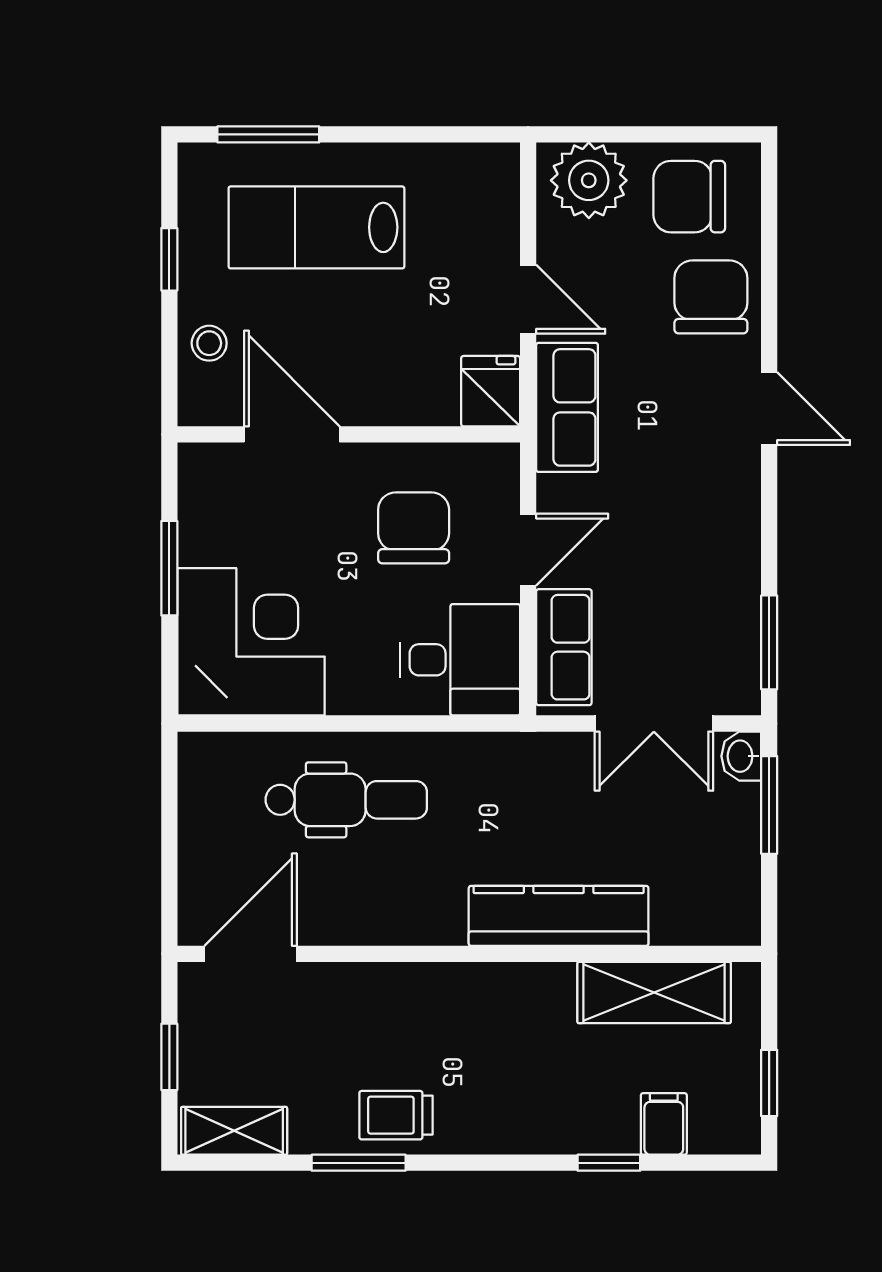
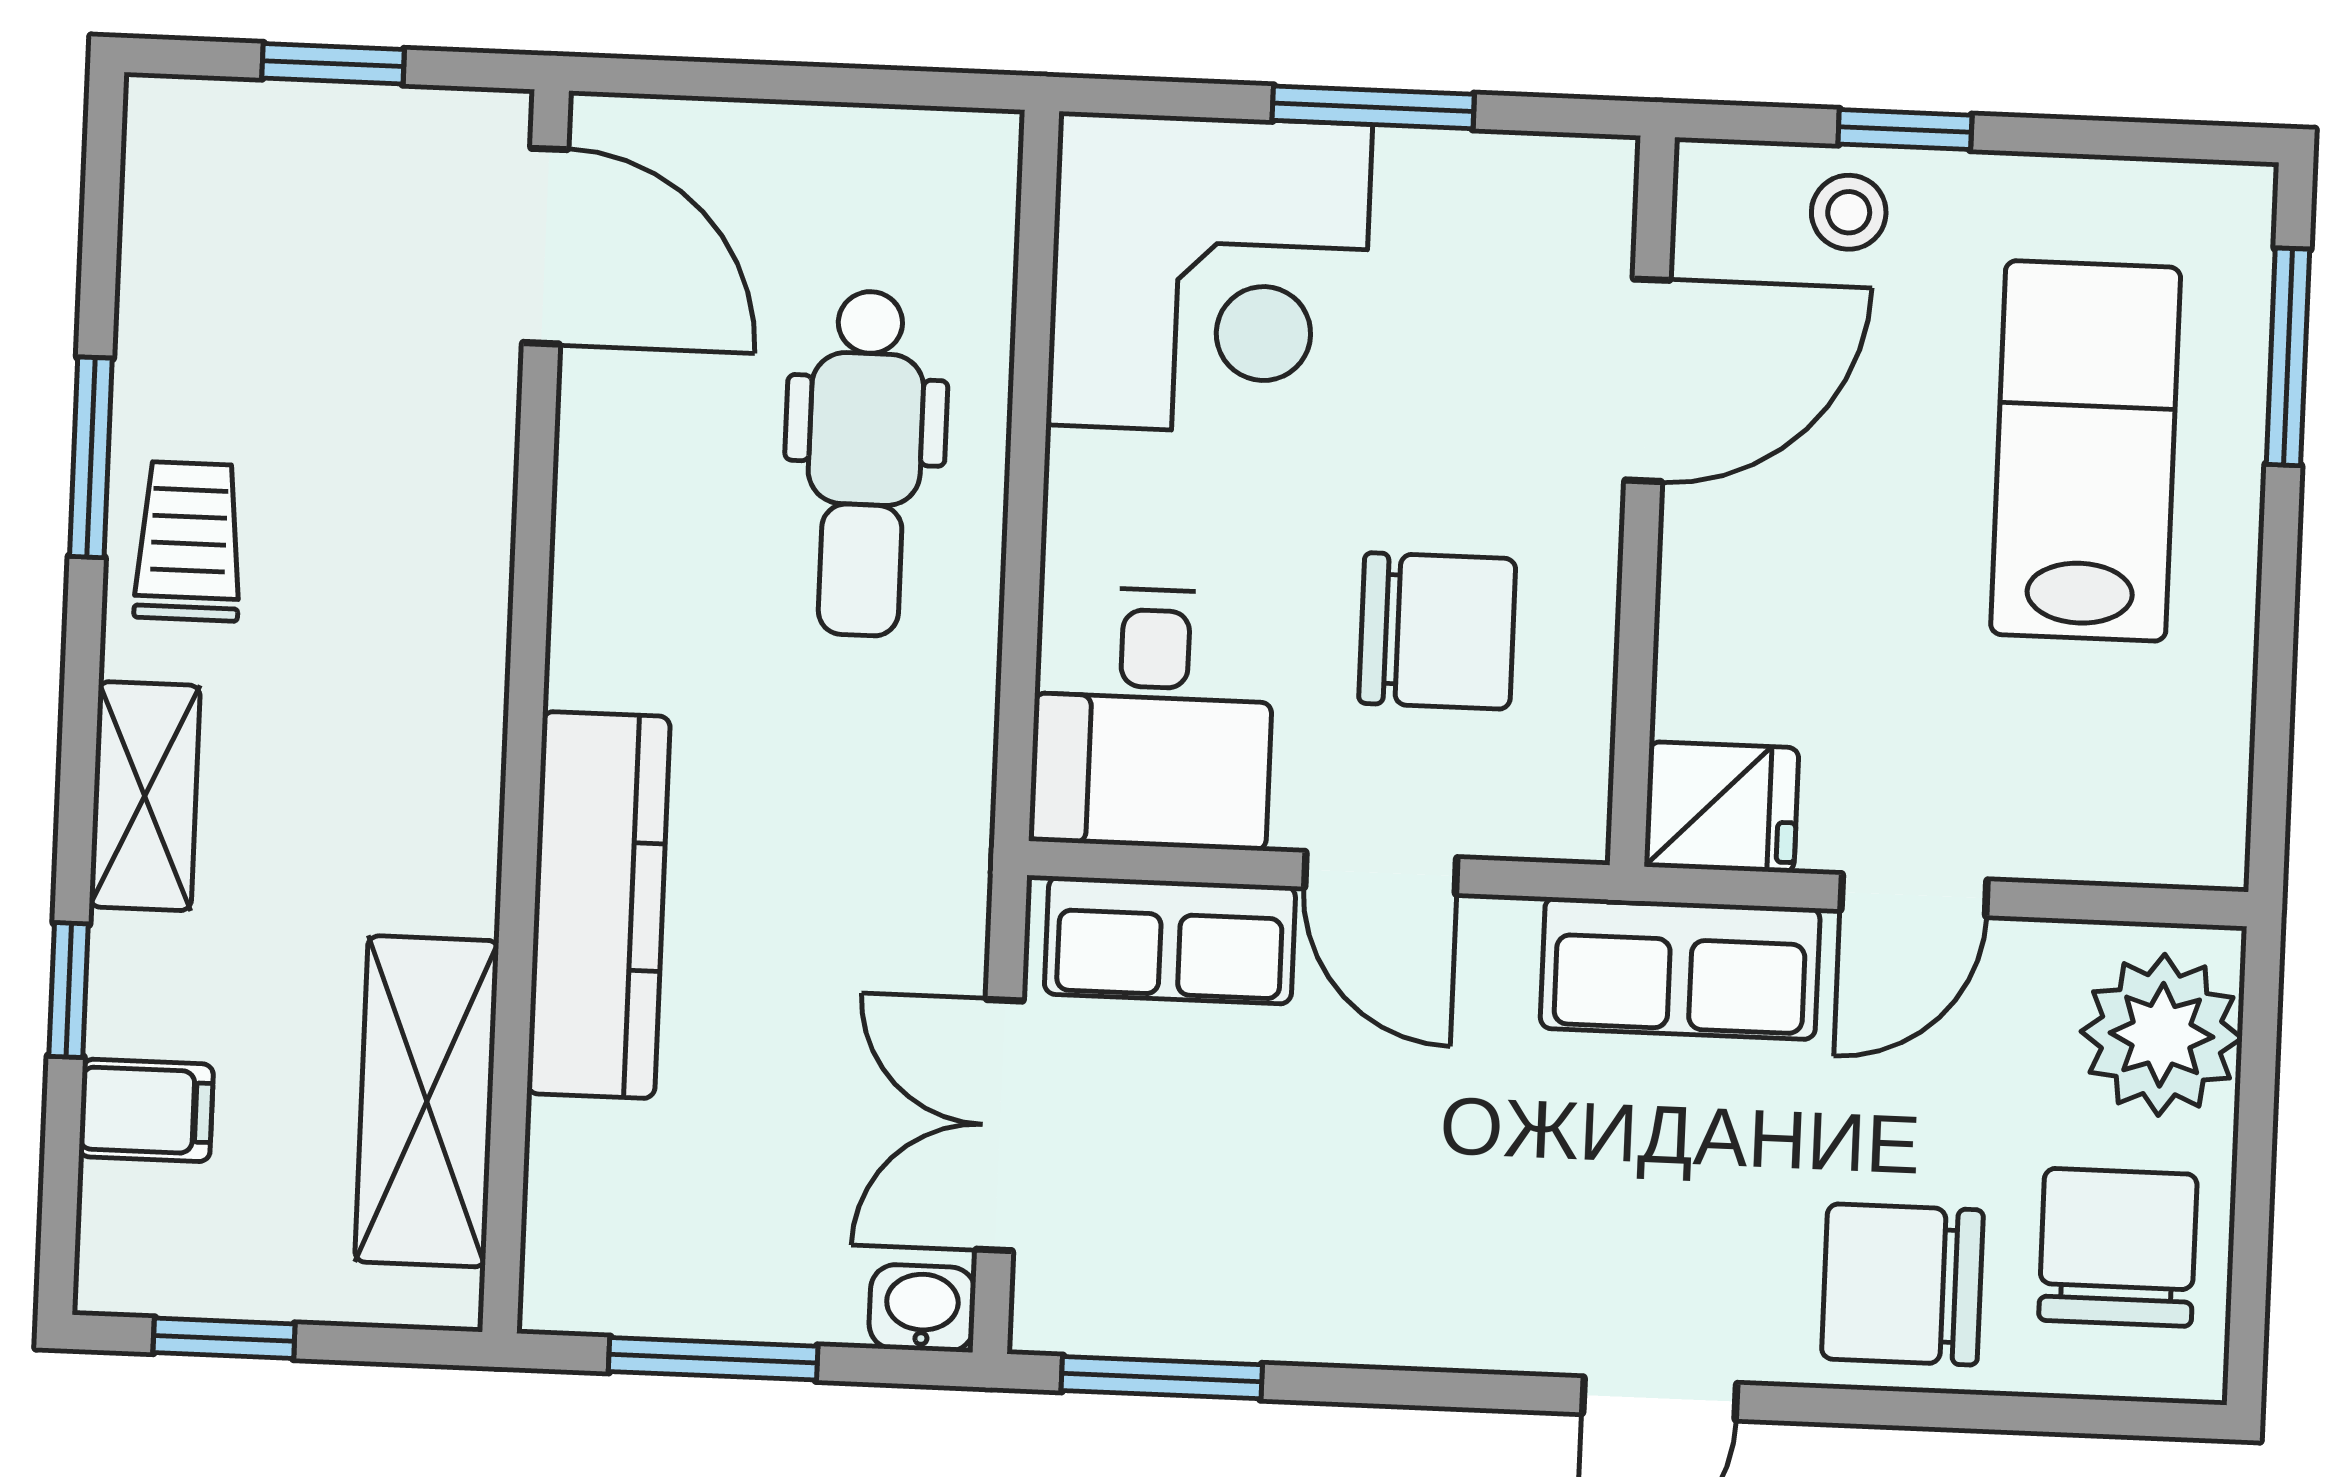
window: (169, 259) -> (1905, 130), moved
chair: (711, 297) -> (1902, 1284), turned 180
window: (769, 805) -> (713, 1359), moved
shelving: (234, 1131) -> (145, 796), moved

